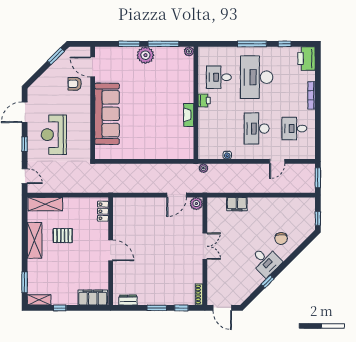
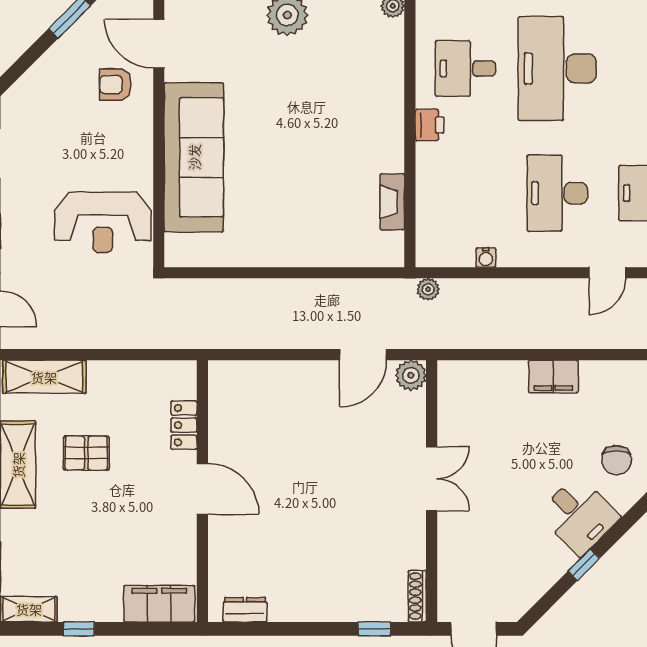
fireplace: (189, 115) -> (392, 202), moved
reception desk: (54, 135) -> (103, 222), moved, turned -90
filing cabinet: (237, 204) -> (553, 376), moved
locker: (103, 211) -> (184, 425), moved
window: (157, 308) -> (315, 629), removed

